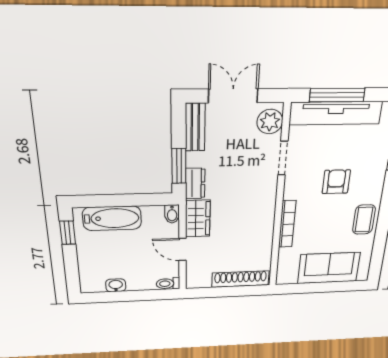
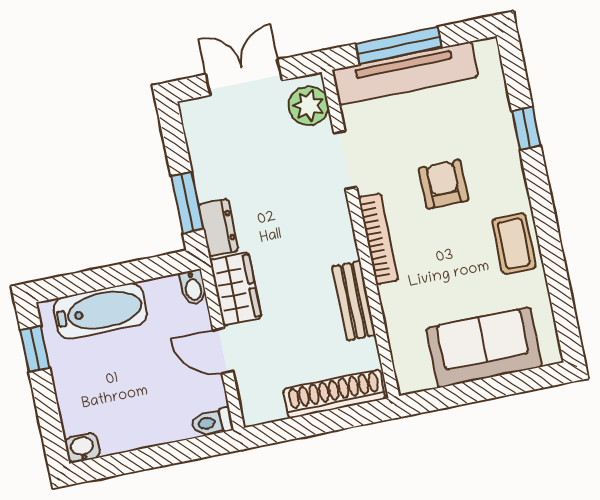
bench: (195, 127) -> (354, 301), moved
bookcase: (287, 224) -> (378, 239), moved
washbasin: (116, 285) -> (82, 448), moved

